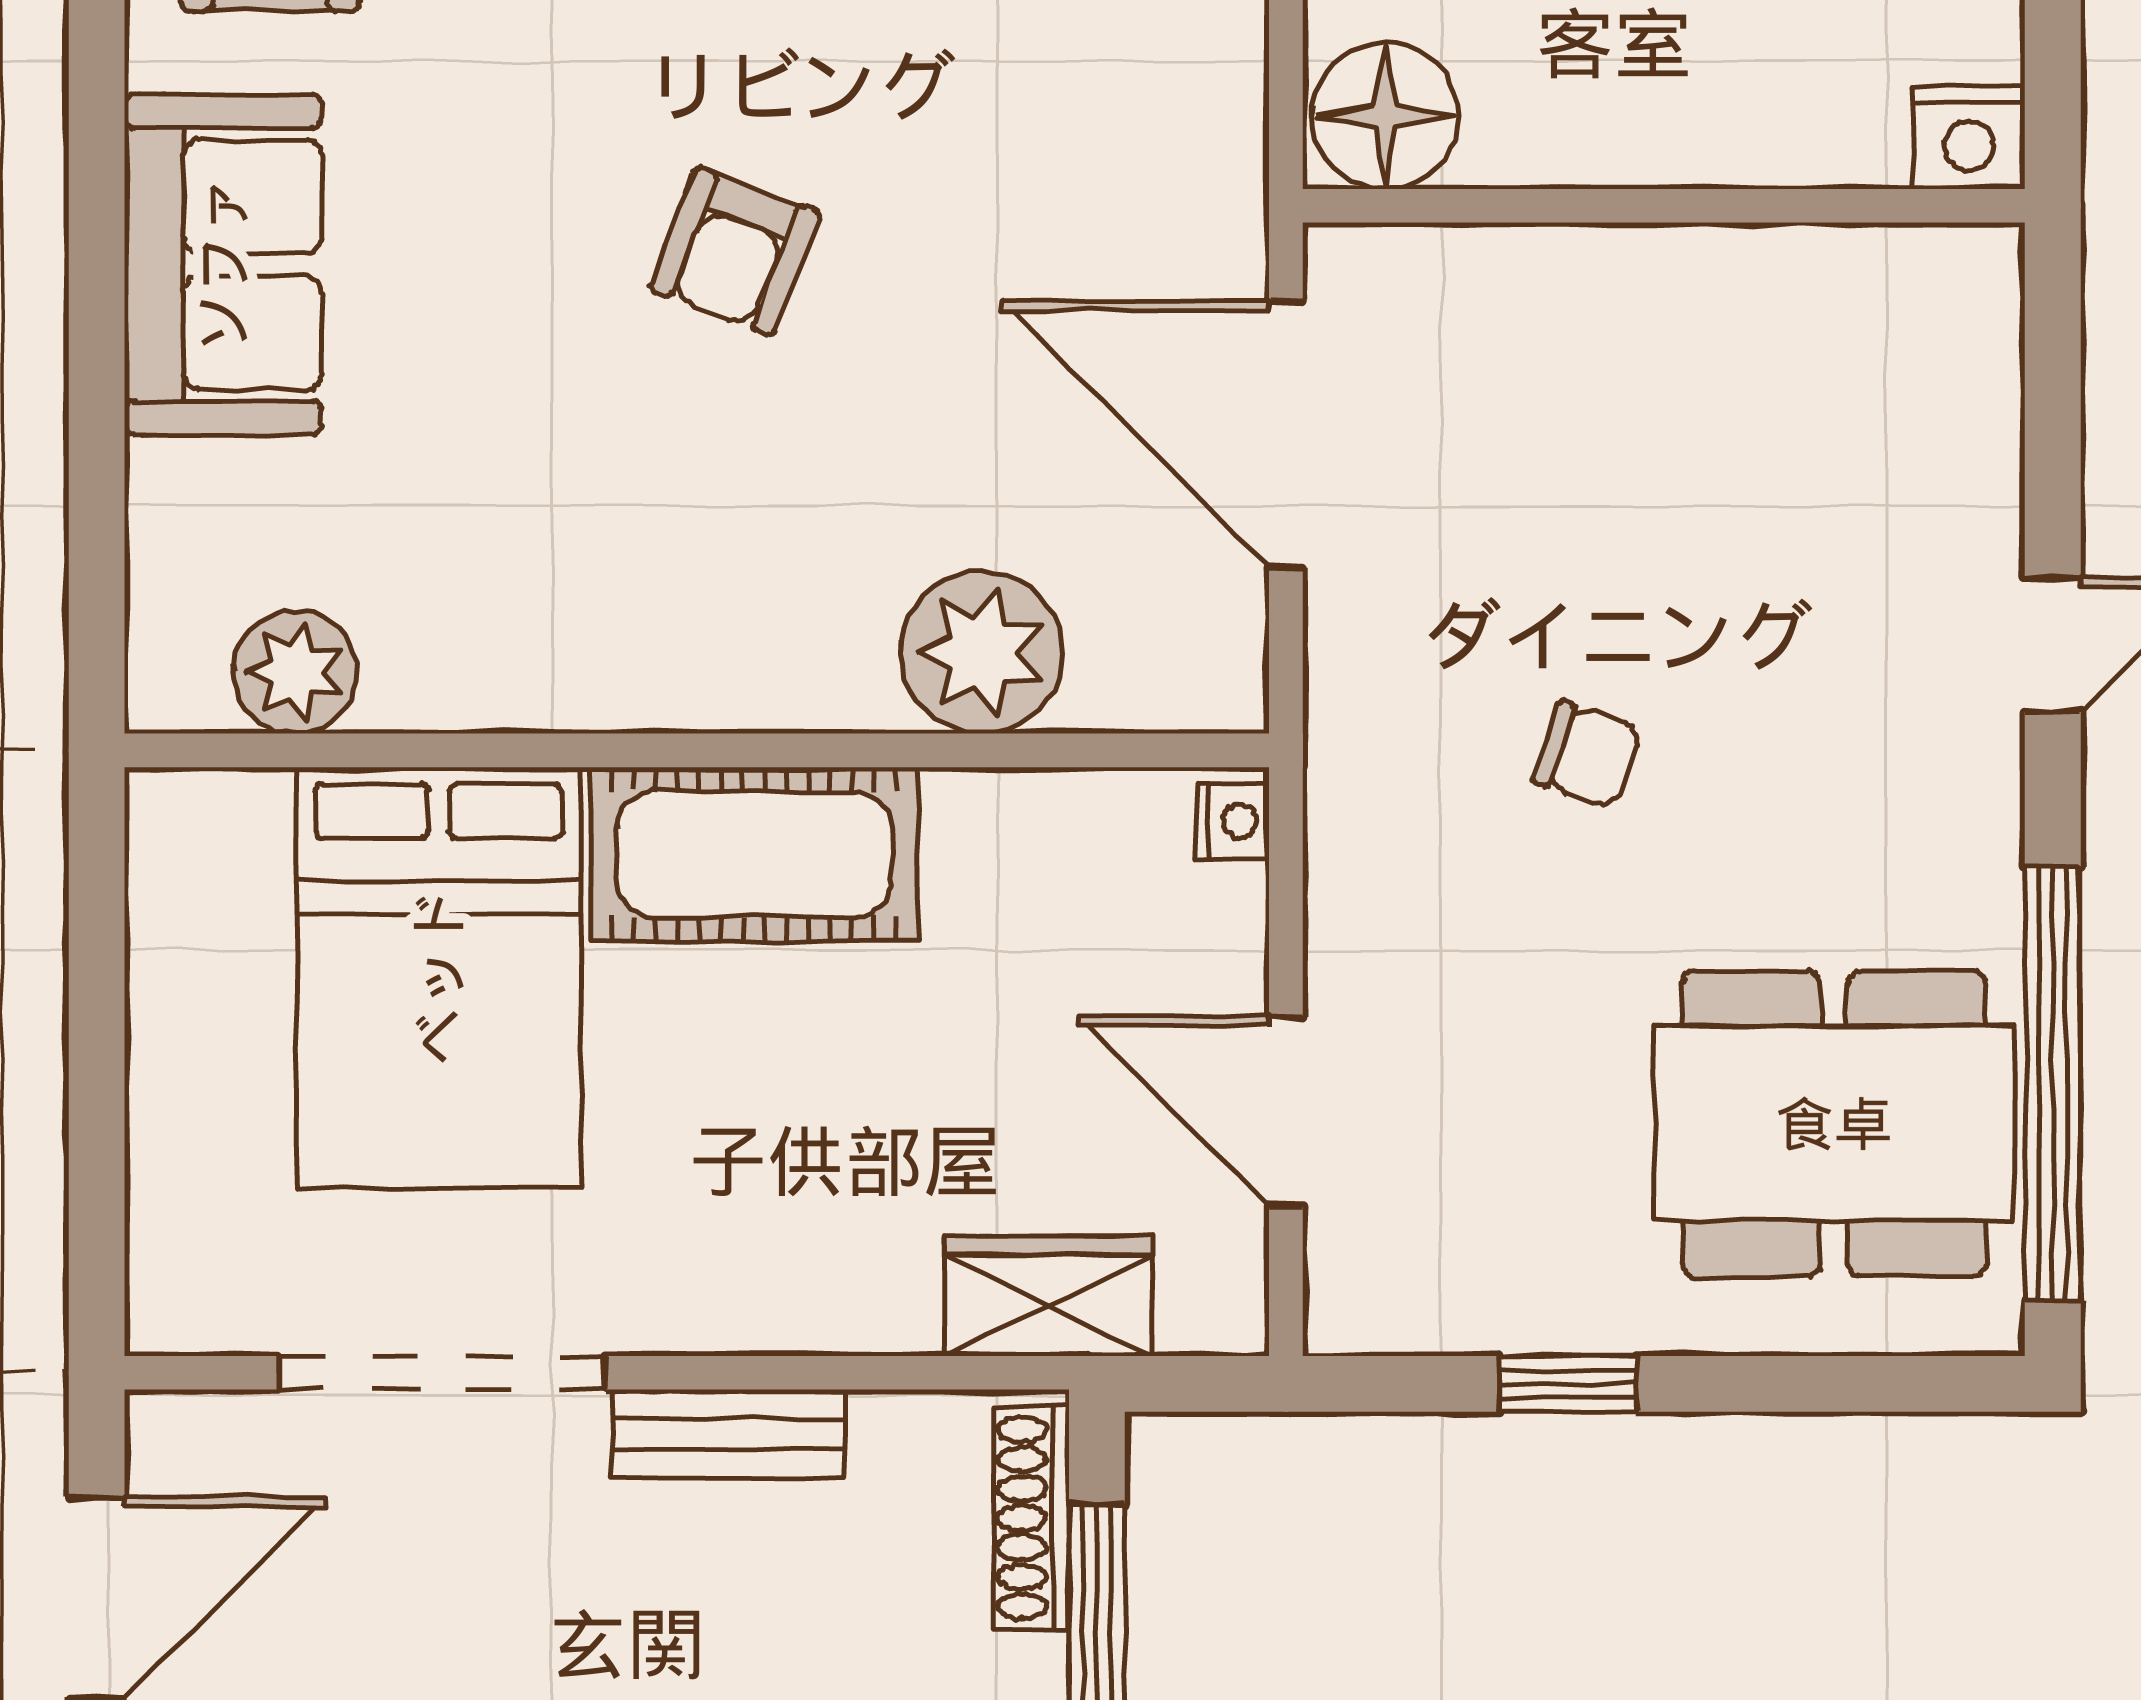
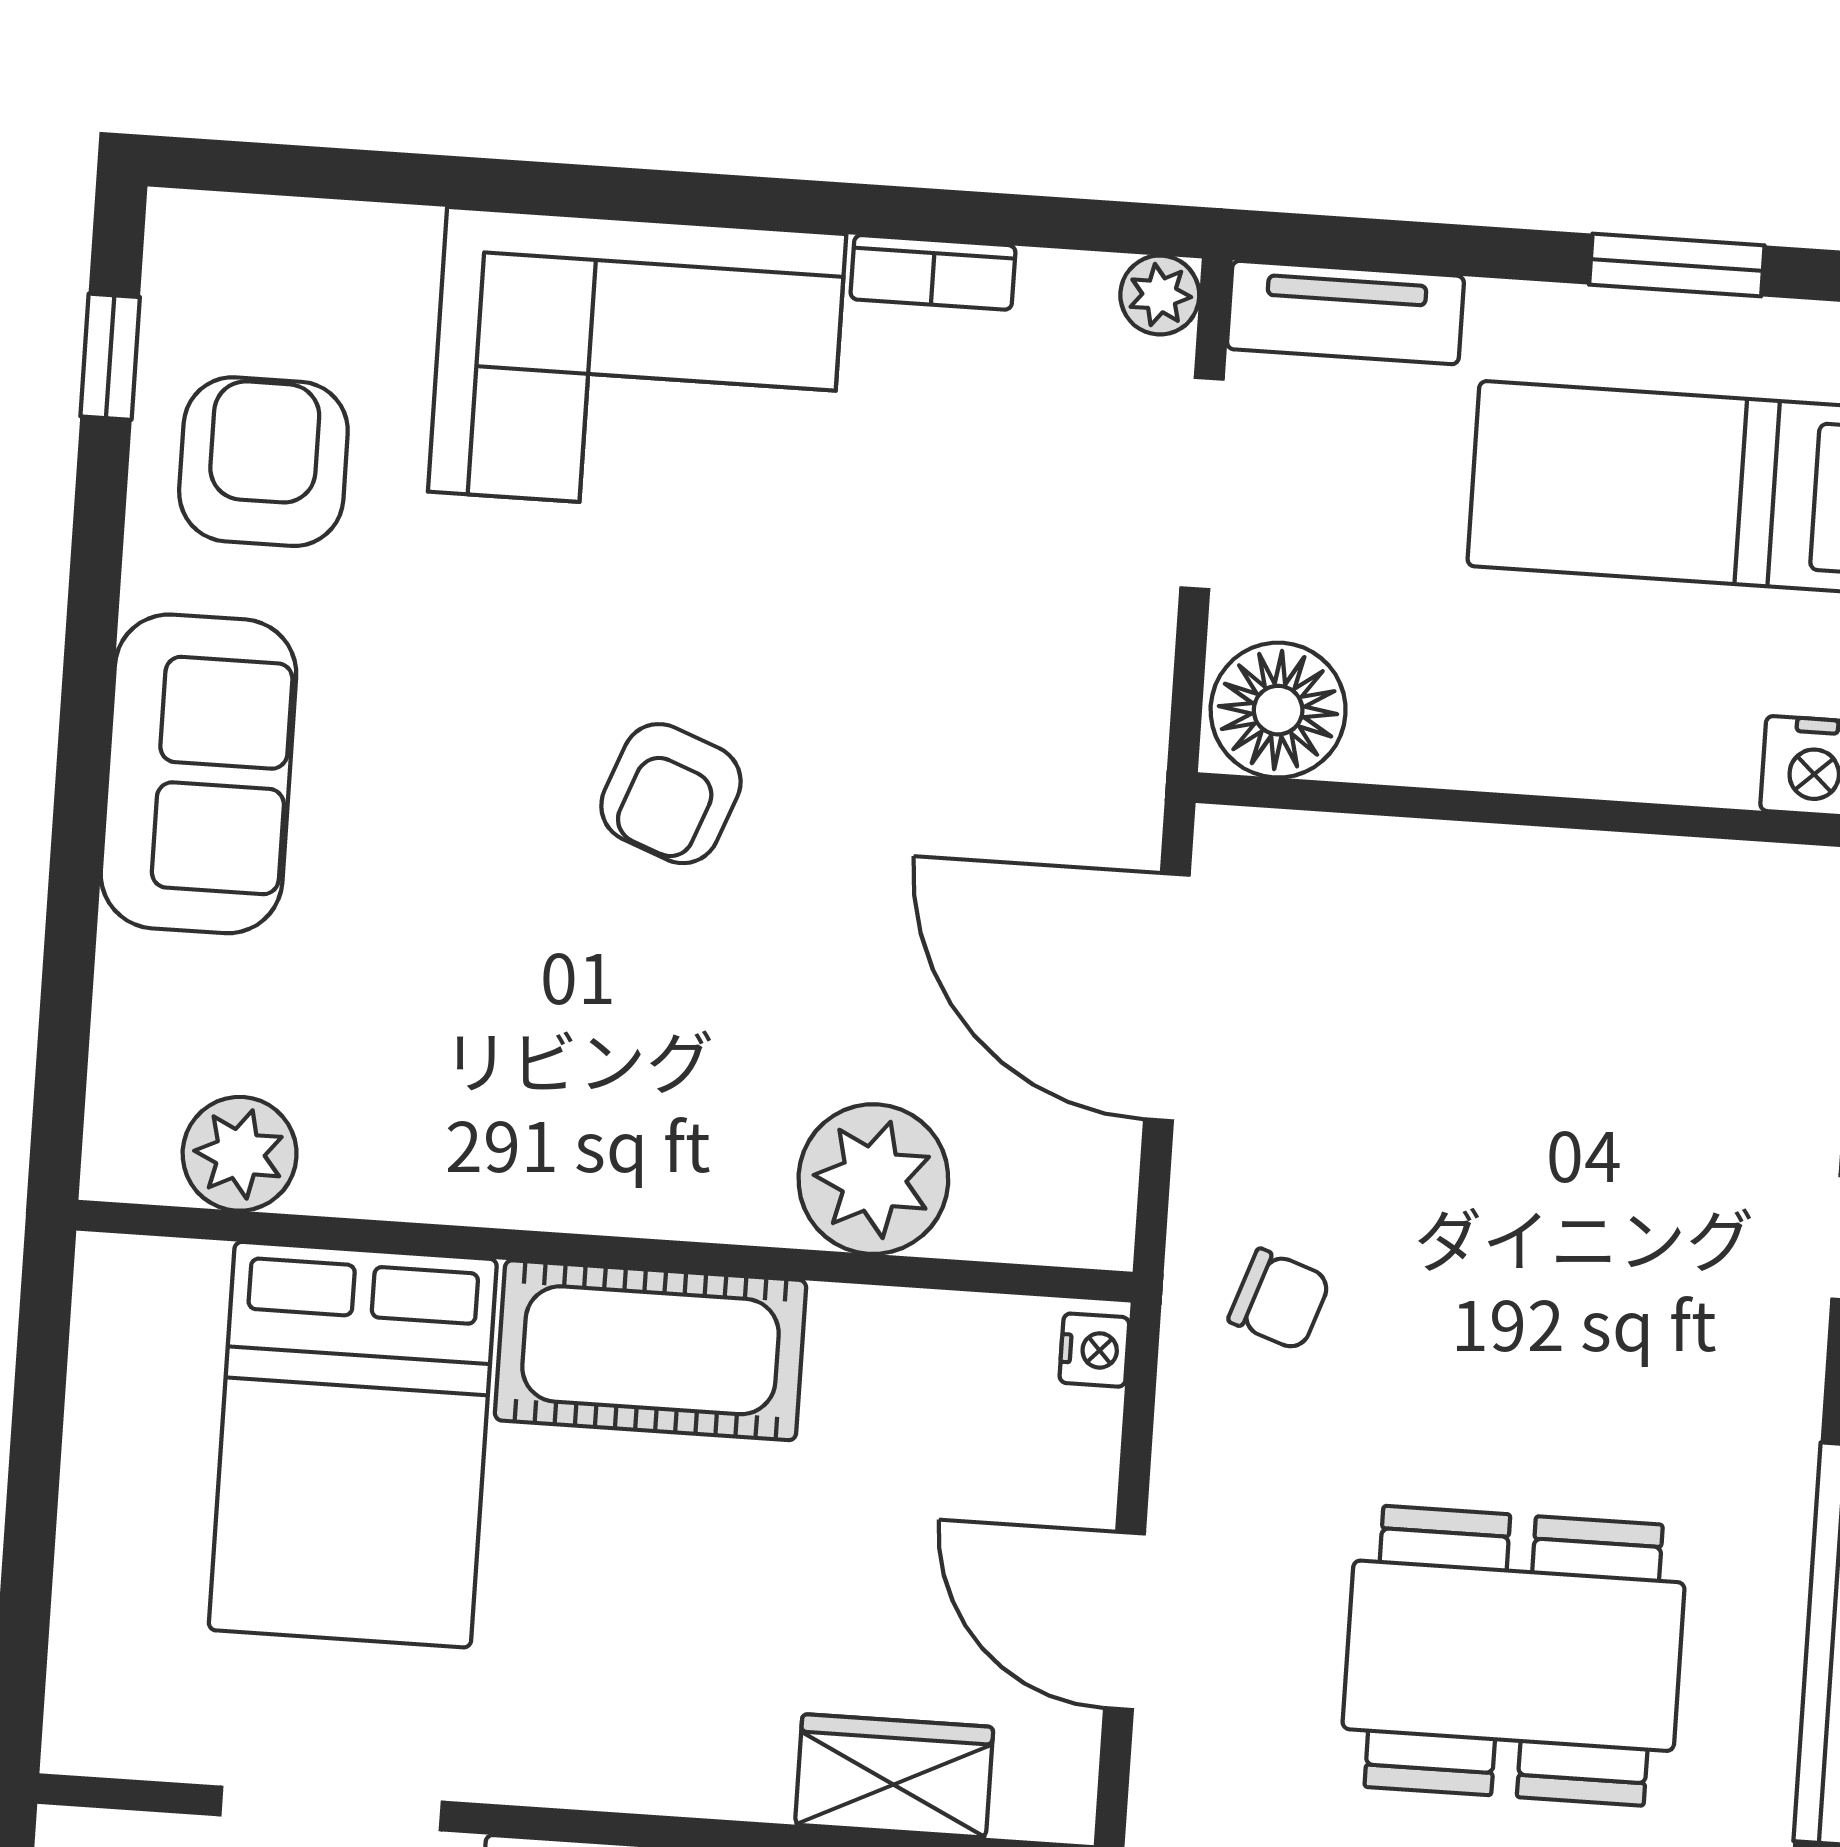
chair: (1587, 755) -> (1280, 1300), moved
dining table: (1834, 1124) -> (1514, 1656), moved
doorway: (442, 1373) -> (331, 1809), width x0.73

